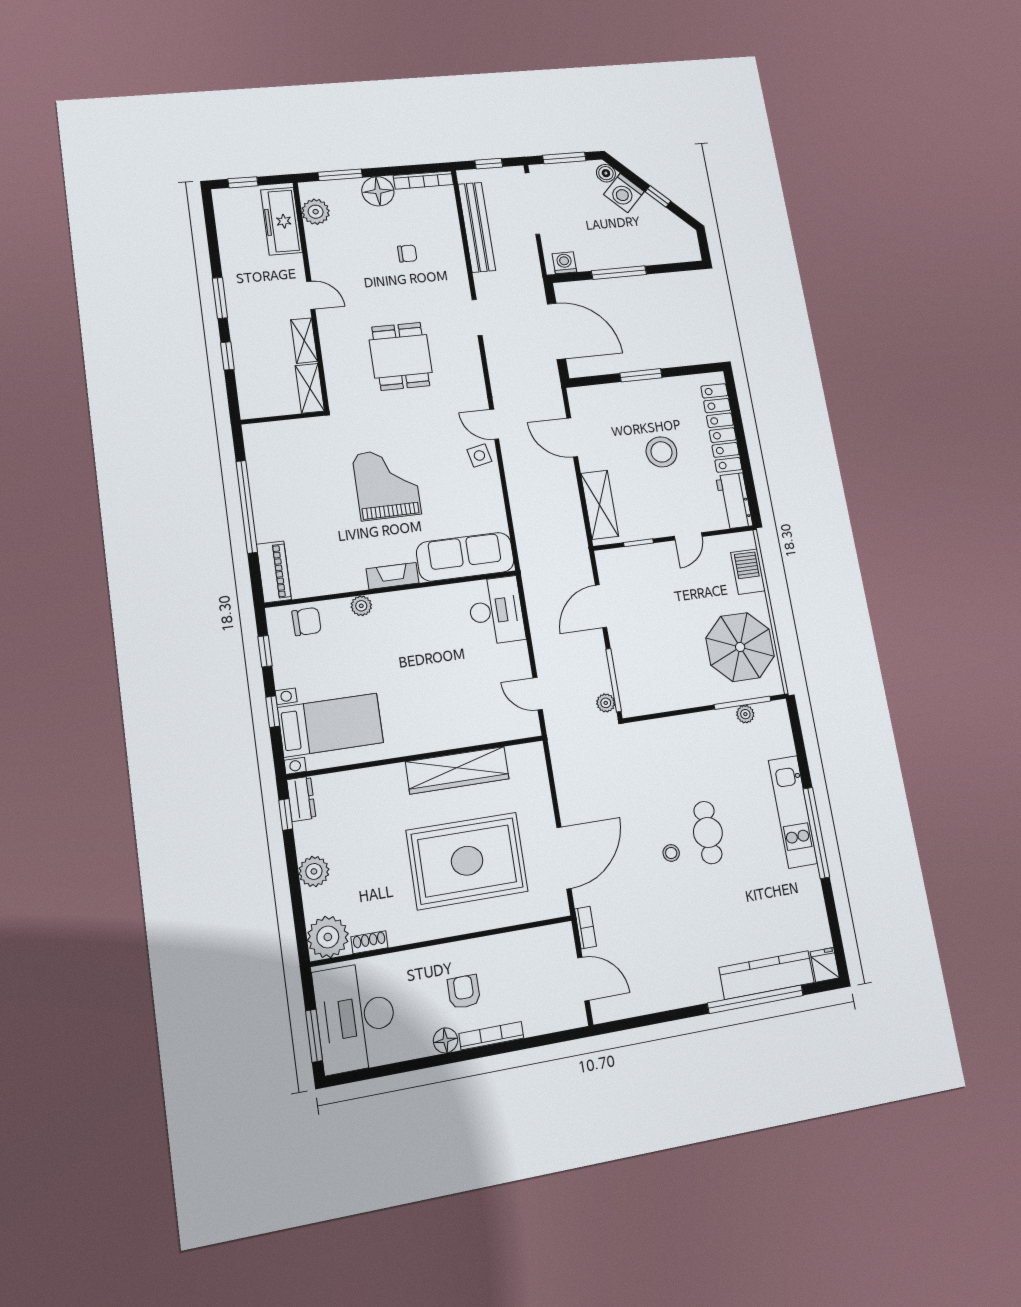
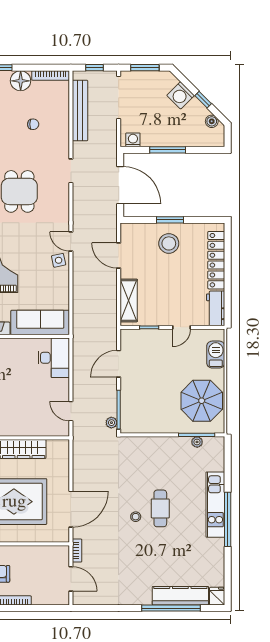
boiler: (606, 173) -> (212, 121), moved
stool: (661, 452) -> (169, 243), moved

